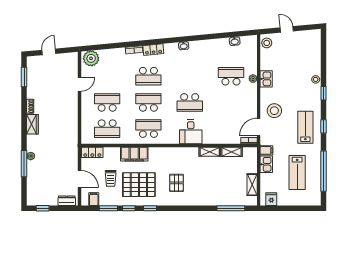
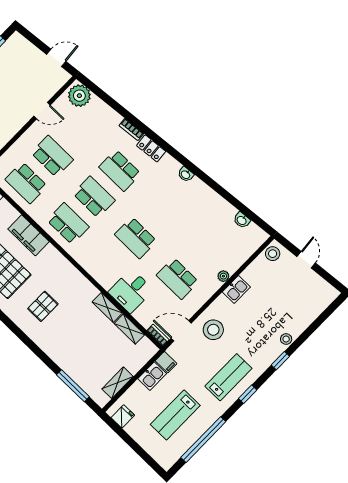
door: (49, 52) -> (56, 58), moved
school desk: (231, 76) -> (178, 279), moved, turned 180
desk: (191, 132) -> (131, 291), moved

